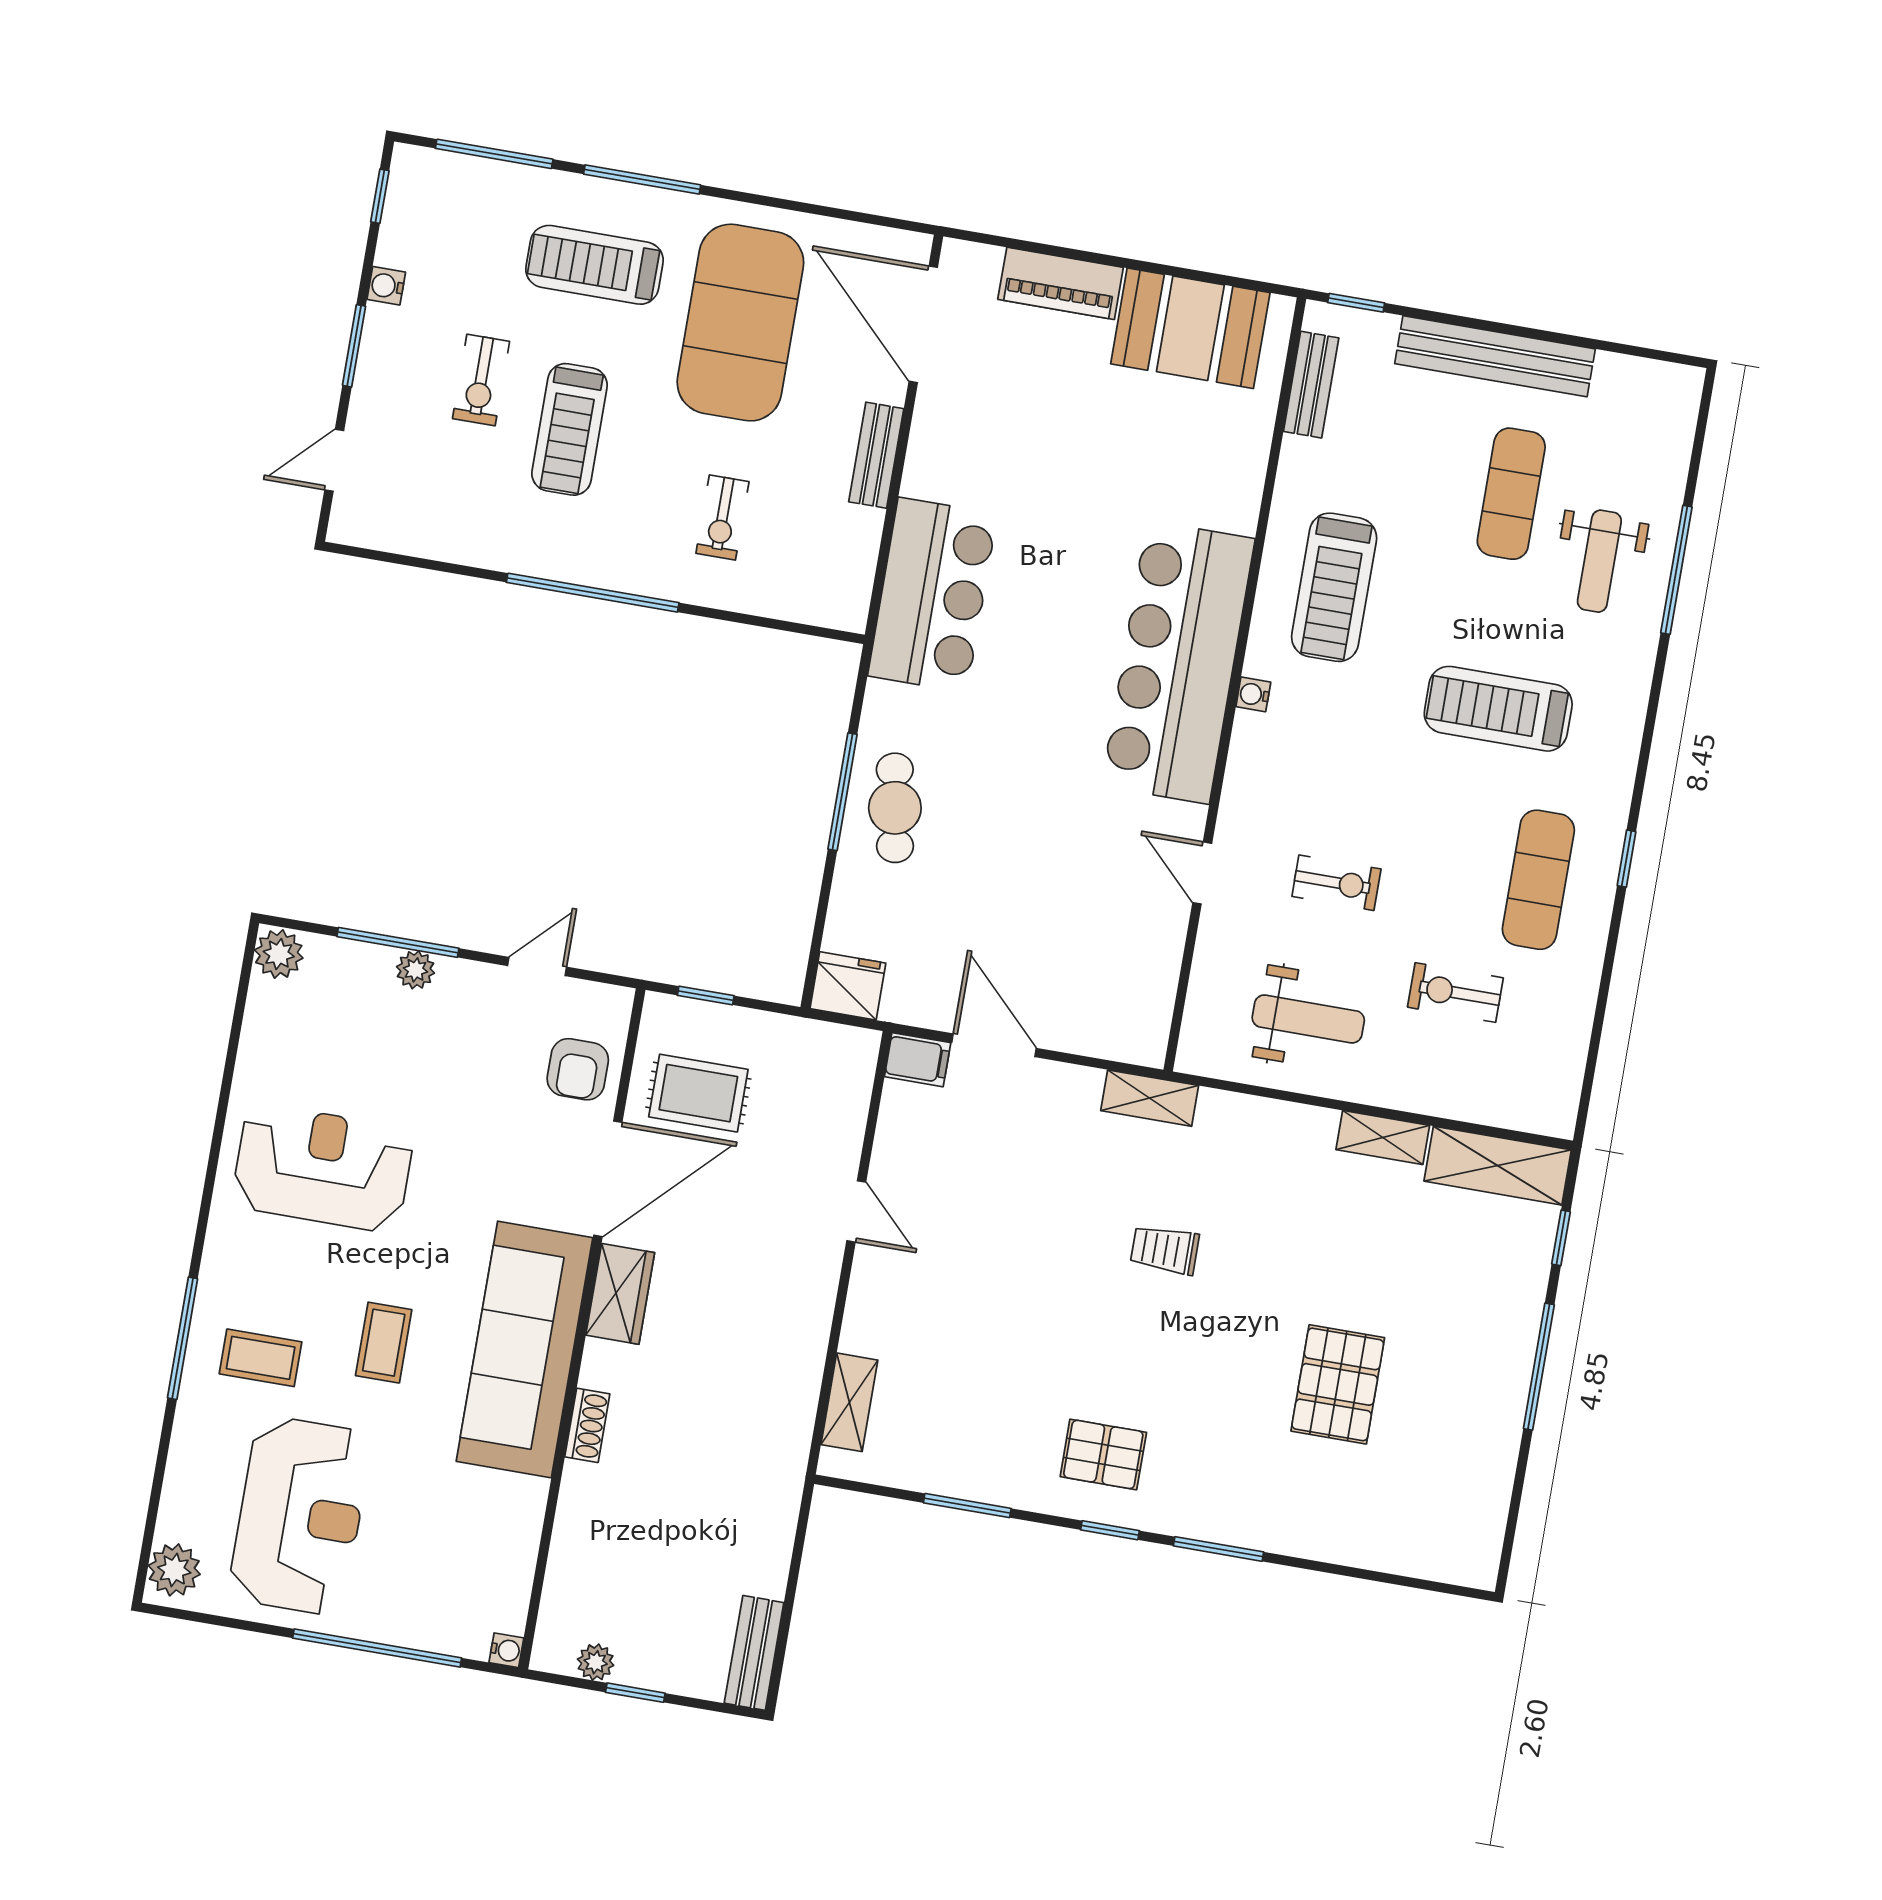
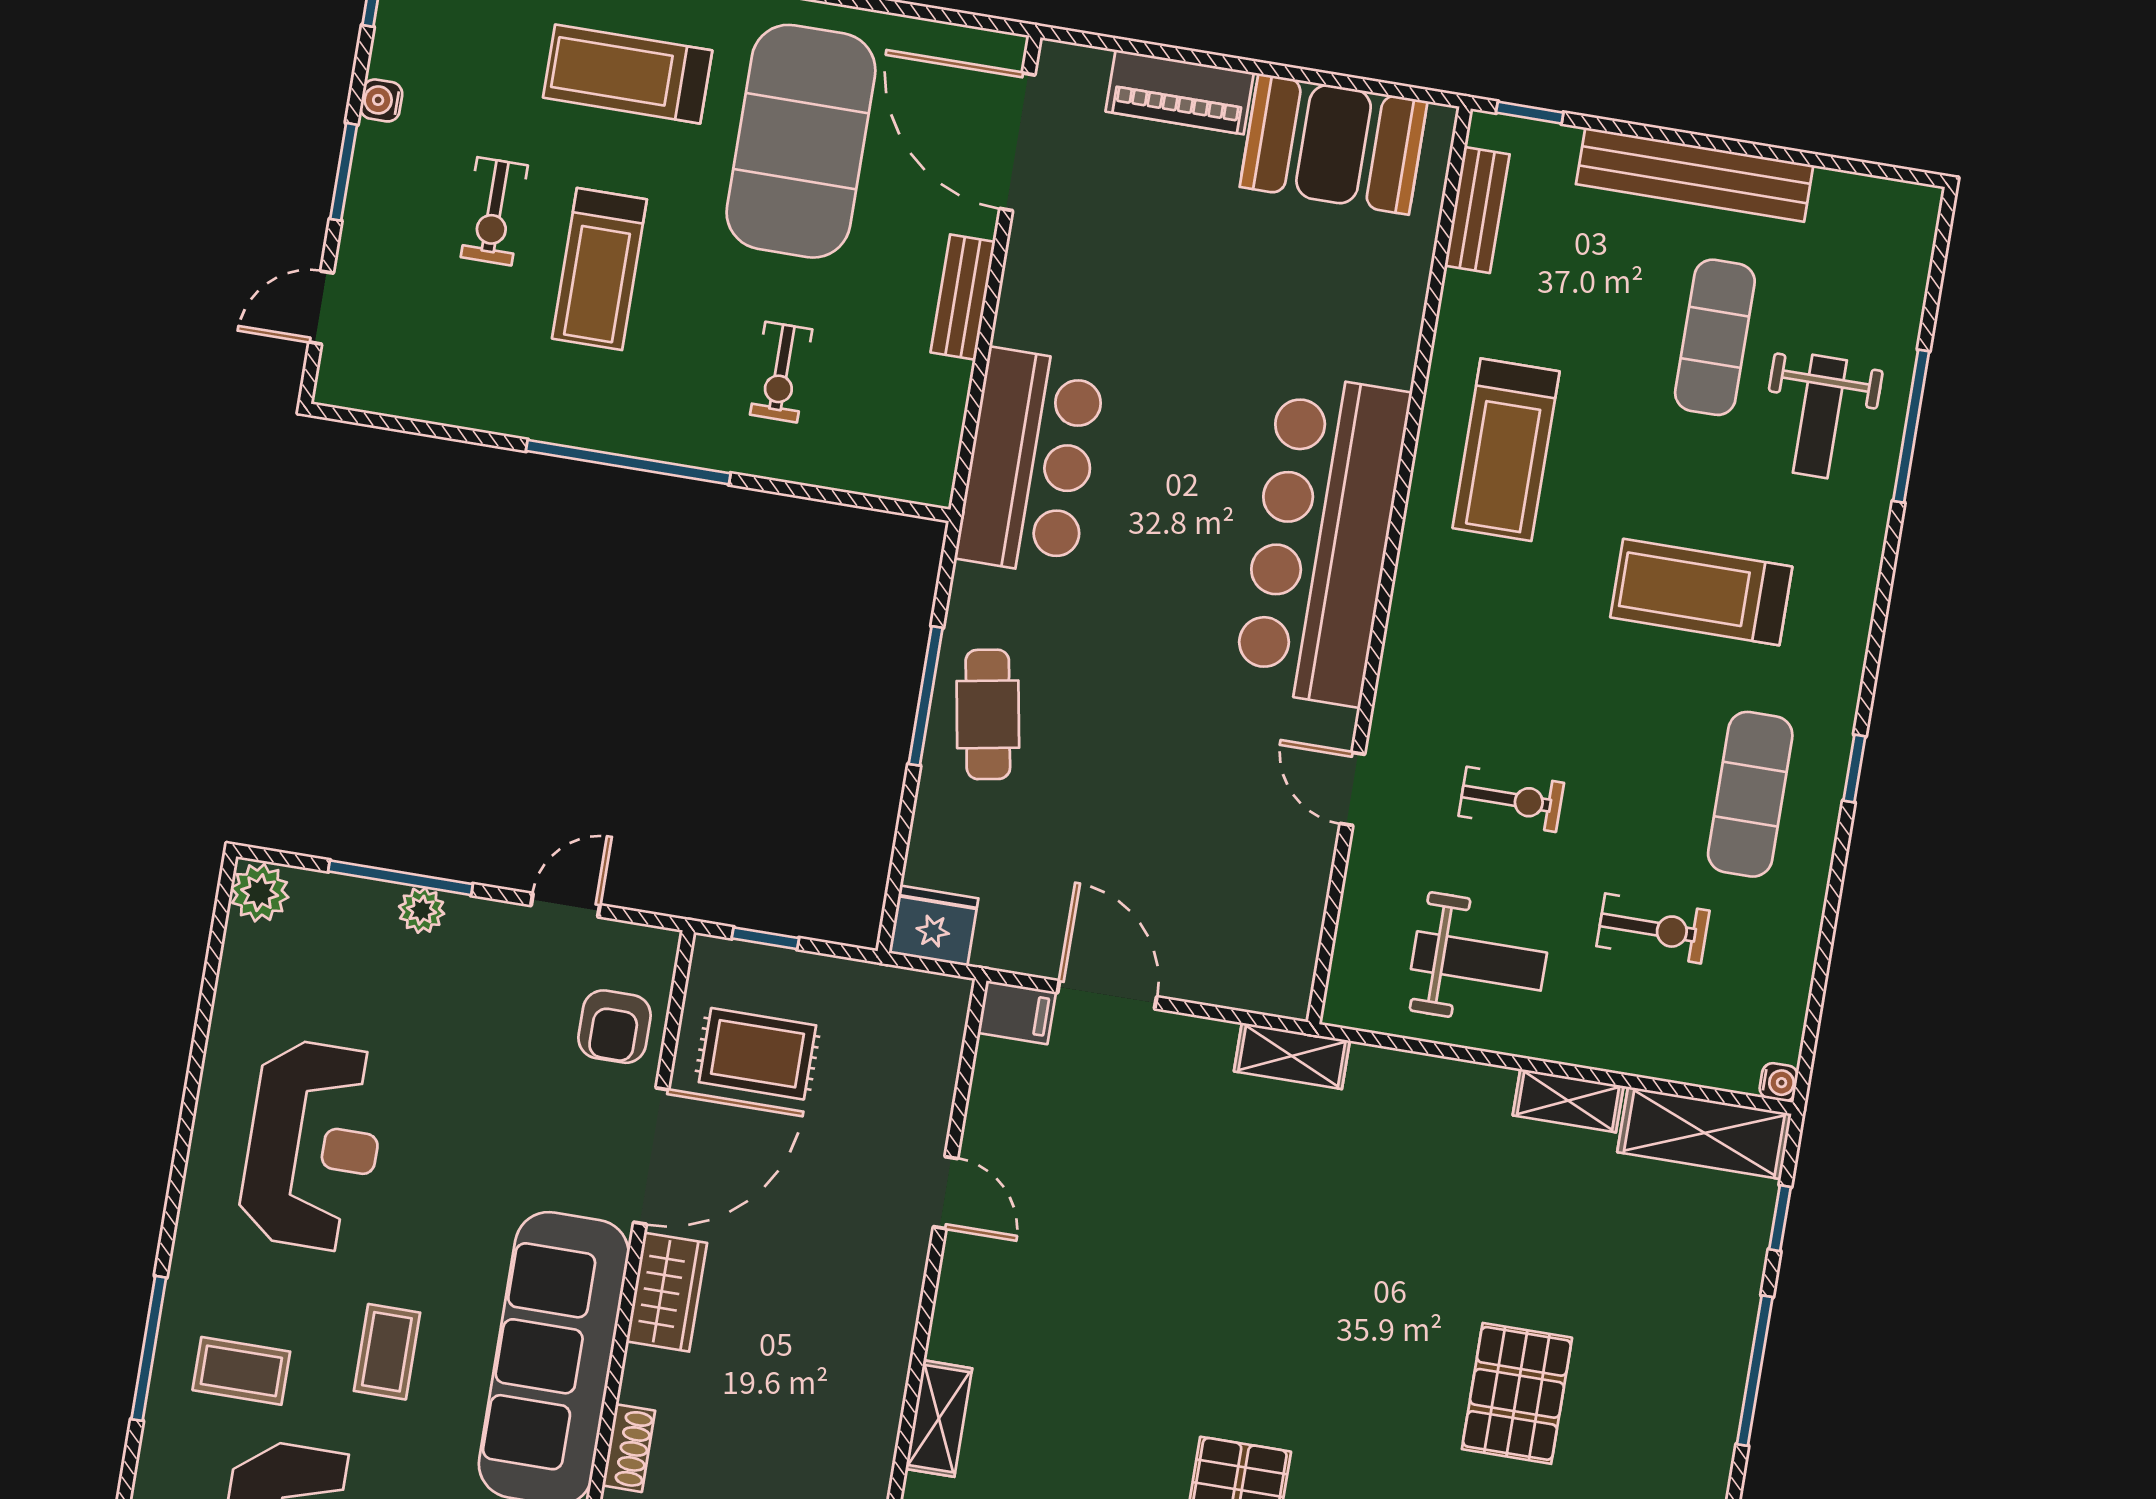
water cooler: (1253, 694) -> (1779, 1082), moved, turned 180
exercise bike: (1455, 993) -> (1653, 928), turned 180
reception desk: (323, 1168) -> (313, 1145), turned 90
trolley: (1165, 1250) -> (1311, 1235), removed

